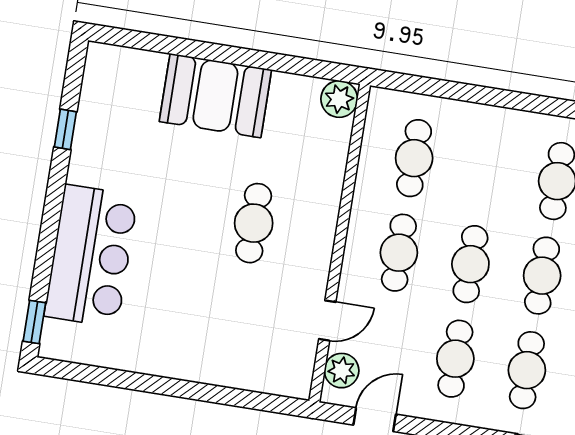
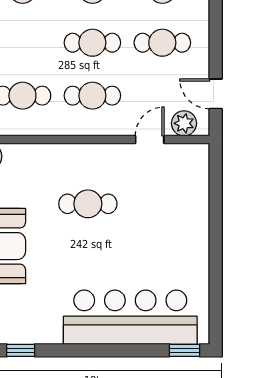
window: (65, 129) -> (21, 350), moved
bar counter: (91, 256) -> (130, 317), width x1.36
door: (327, 321) -> (150, 139), hinge flipped

